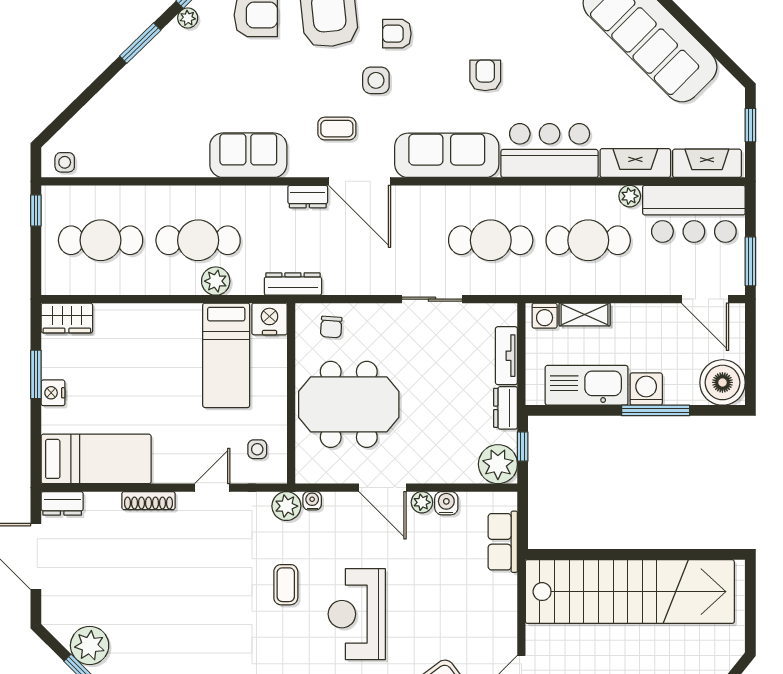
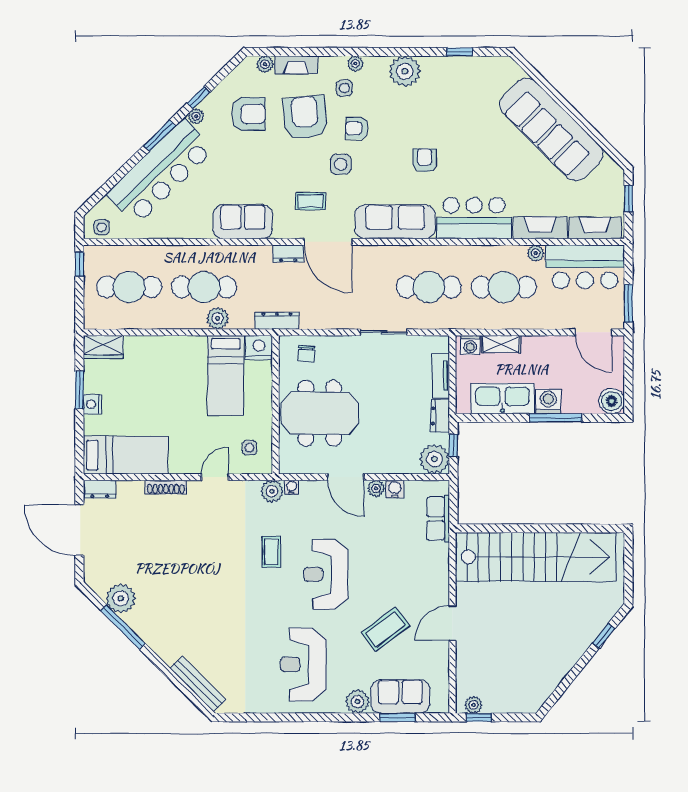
bar counter: (141, 90) -> (160, 172), added
boiler: (722, 382) -> (612, 401), width x0.73, depth x0.73

